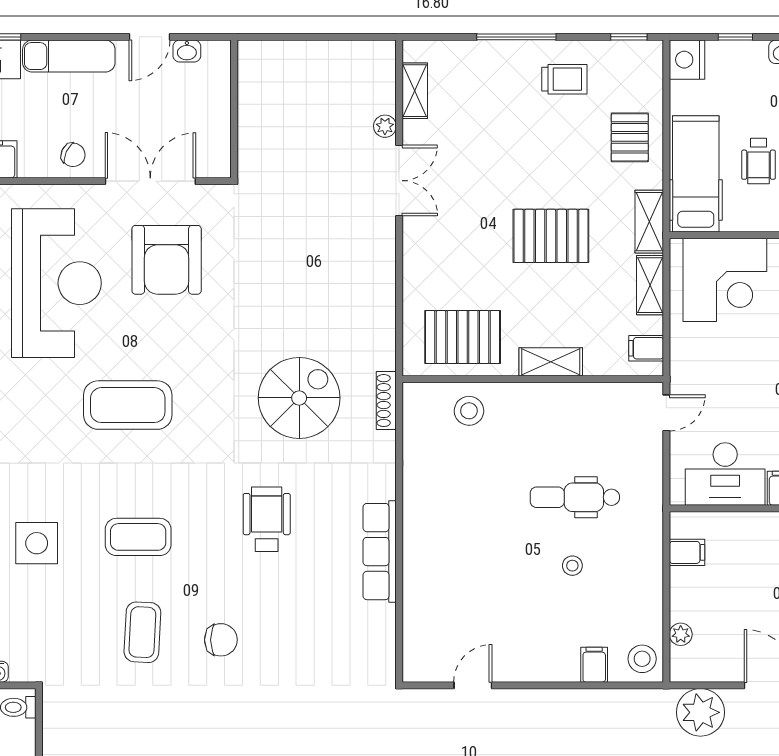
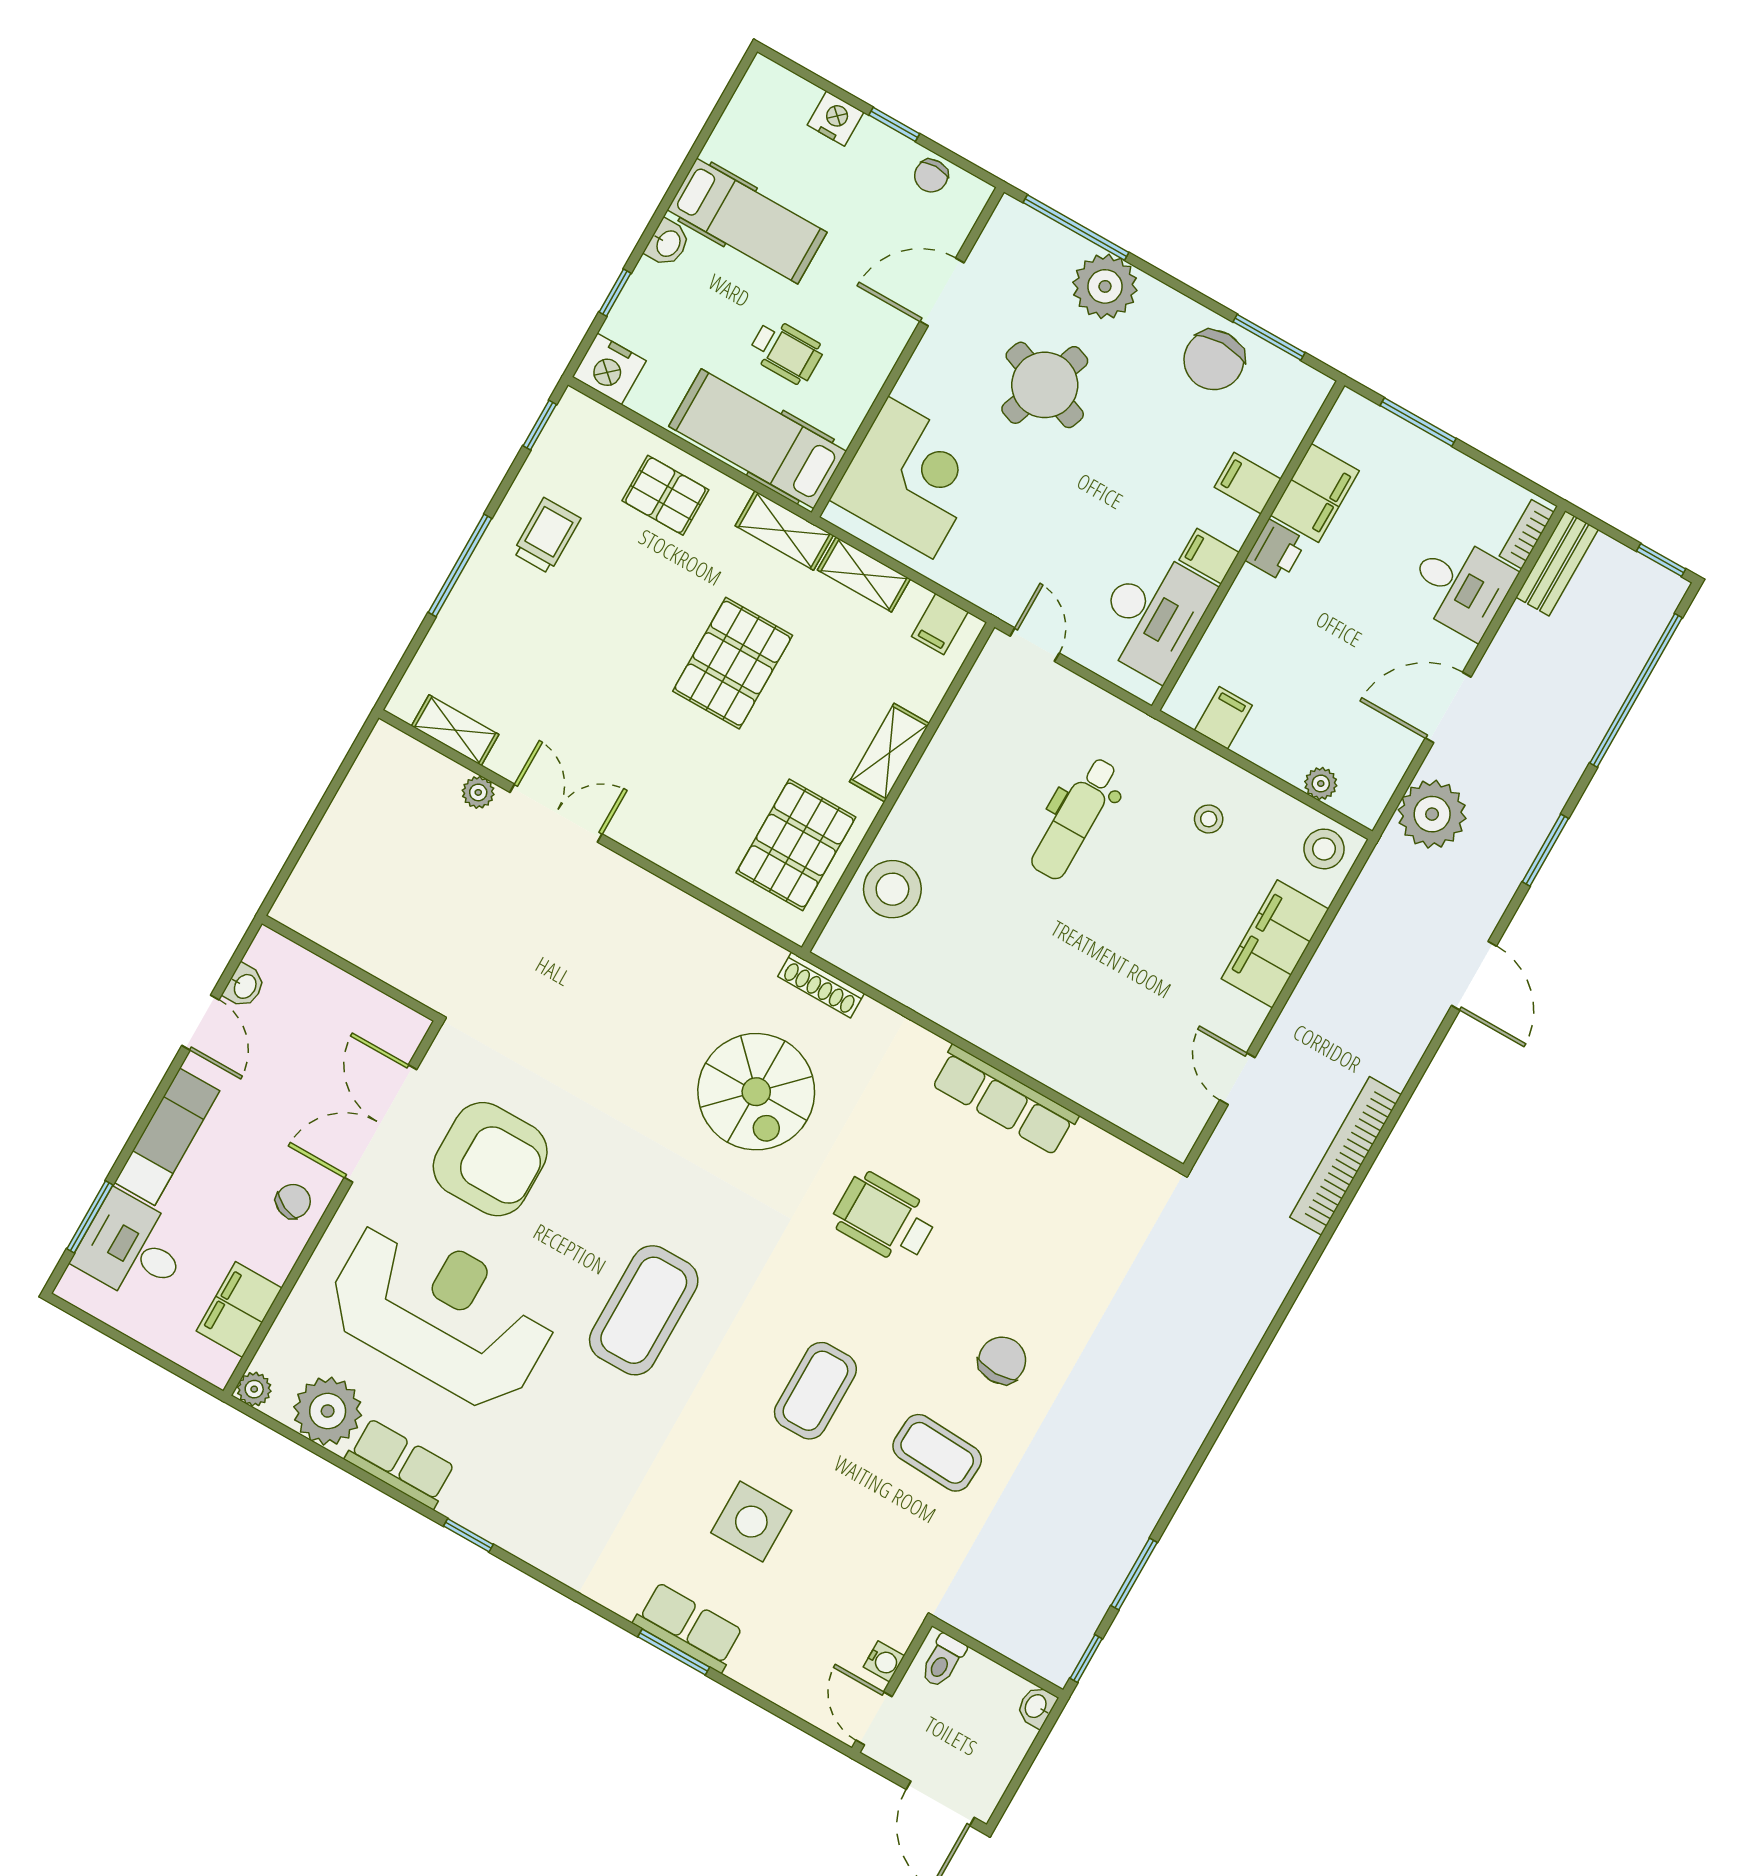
spiral stairs: (299, 398) -> (756, 1092), turned 180
stool: (469, 411) -> (892, 889), width x1.38, depth x1.38
stool: (572, 566) -> (1209, 819), moved
filing cabinet: (594, 665) -> (1275, 944), width x3.00, depth x1.17

